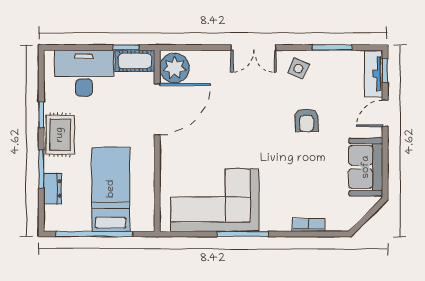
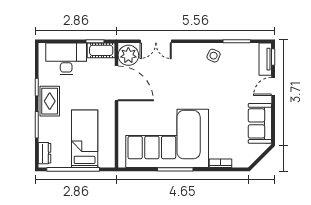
double door: (254, 48) -> (156, 41), moved
door: (157, 109) -> (117, 83), hinge flipped
armchair: (307, 120) -> (219, 91), removed
dresser: (53, 189) -> (45, 153), moved
corner sofa: (215, 200) -> (167, 138), width x1.36, depth x1.36

